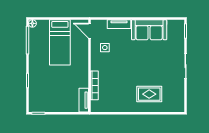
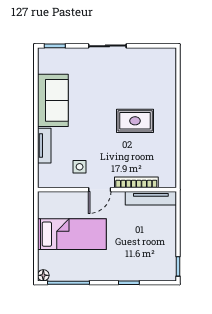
door: (90, 31) -> (100, 190), moved
rug: (149, 94) -> (135, 121), moved, turned 90
tv unit: (84, 100) -> (151, 198), width x1.41

